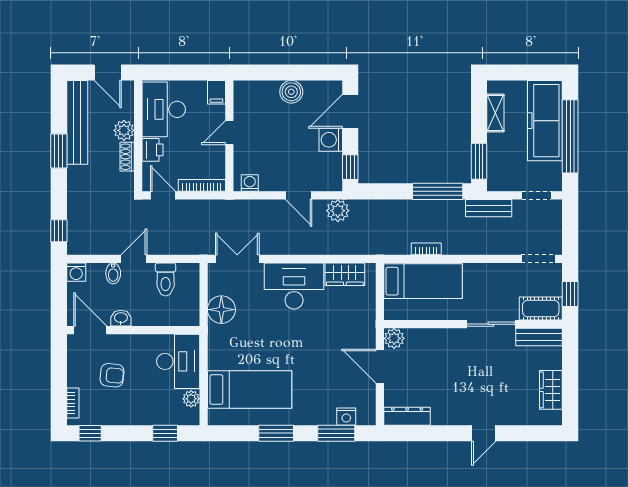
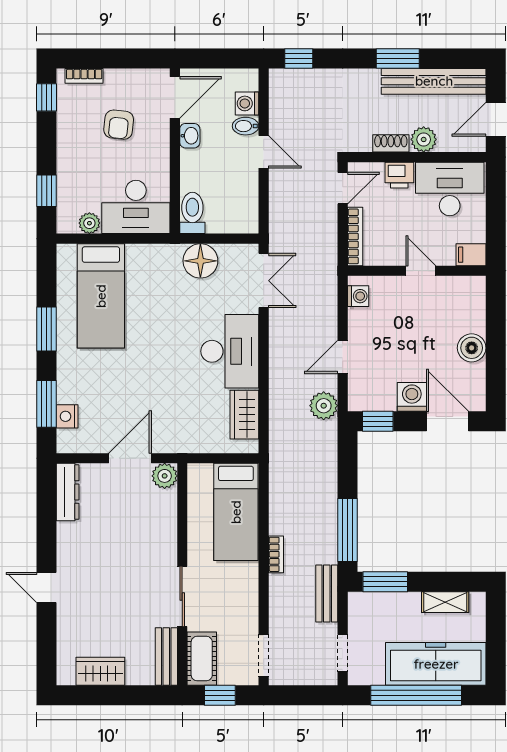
bookcase: (426, 249) -> (276, 554), moved
washing machine: (76, 272) -> (247, 103), moved
toilet: (166, 279) -> (192, 213), moved, turned 90

